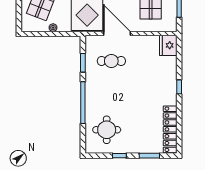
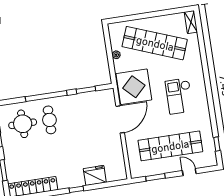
fridge: (168, 45) -> (95, 175), moved
cafe table: (111, 61) -> (49, 120), moved

